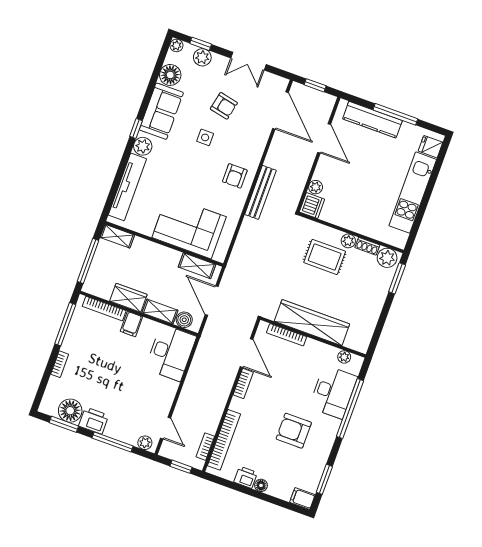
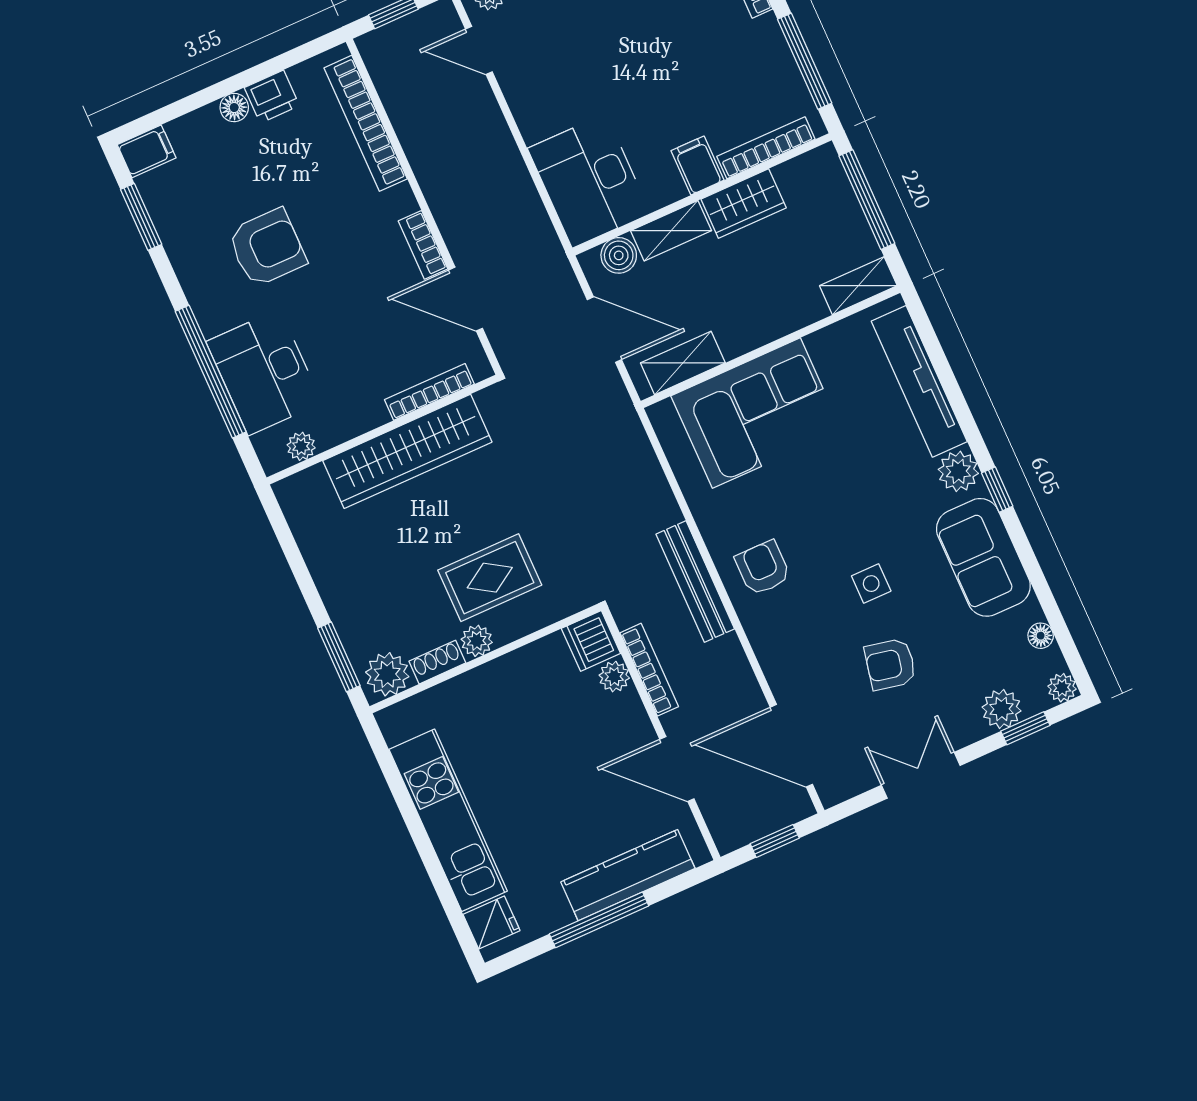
floor lamp: (170, 75) -> (1041, 636), width x0.53, depth x0.53
bookcase: (205, 447) -> (649, 670), moved, width x1.56

